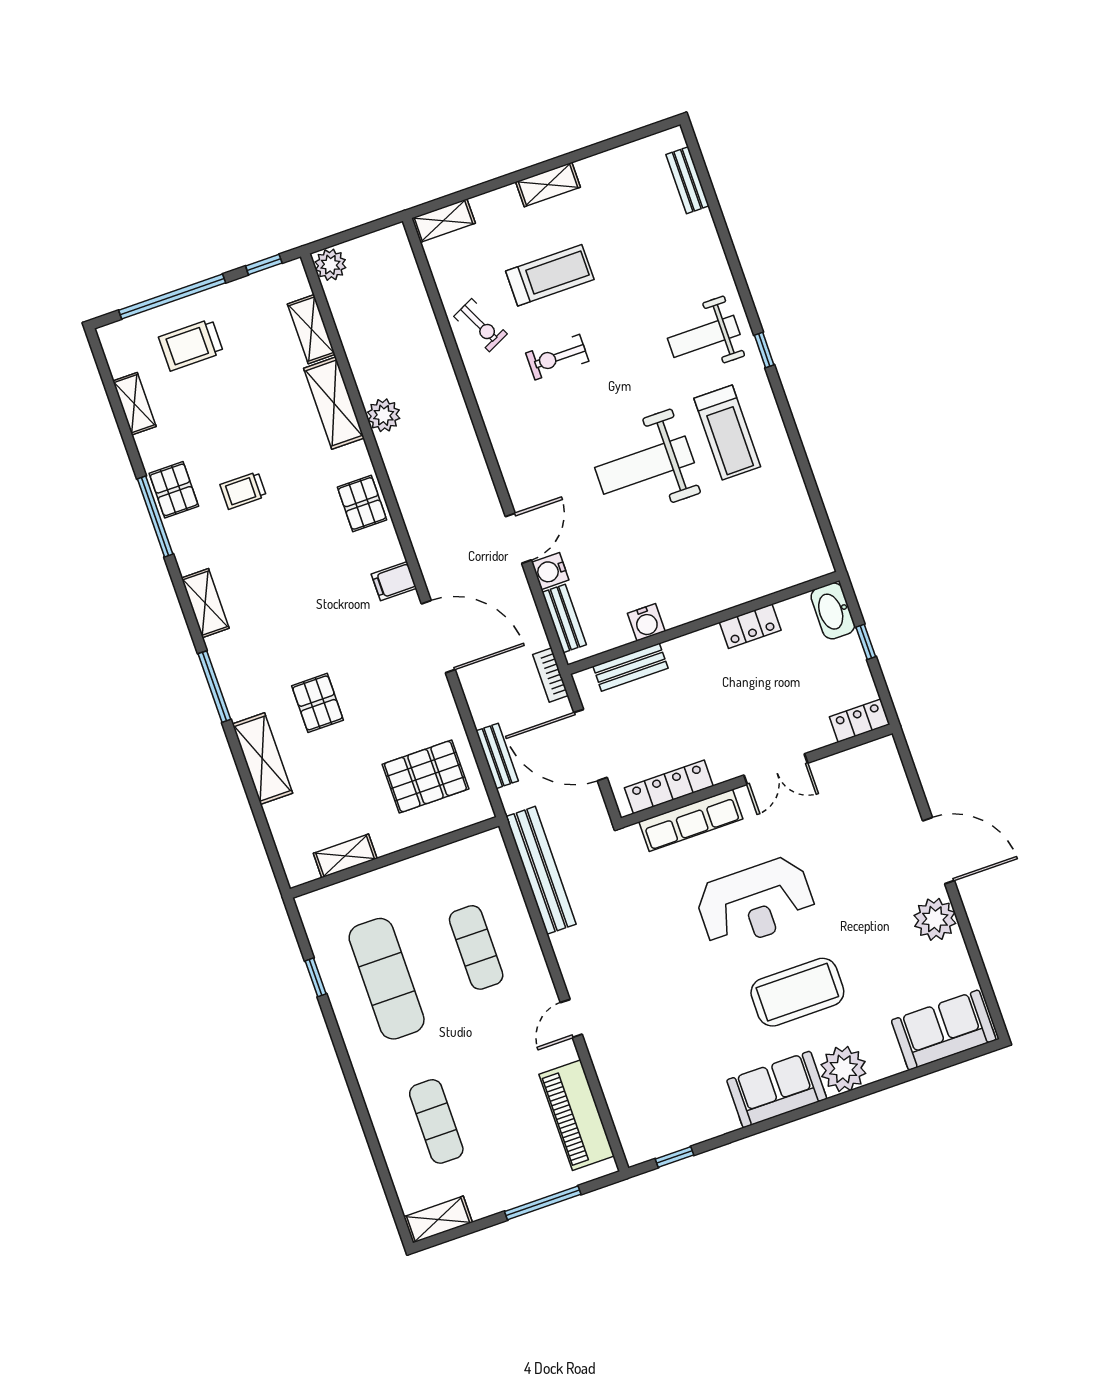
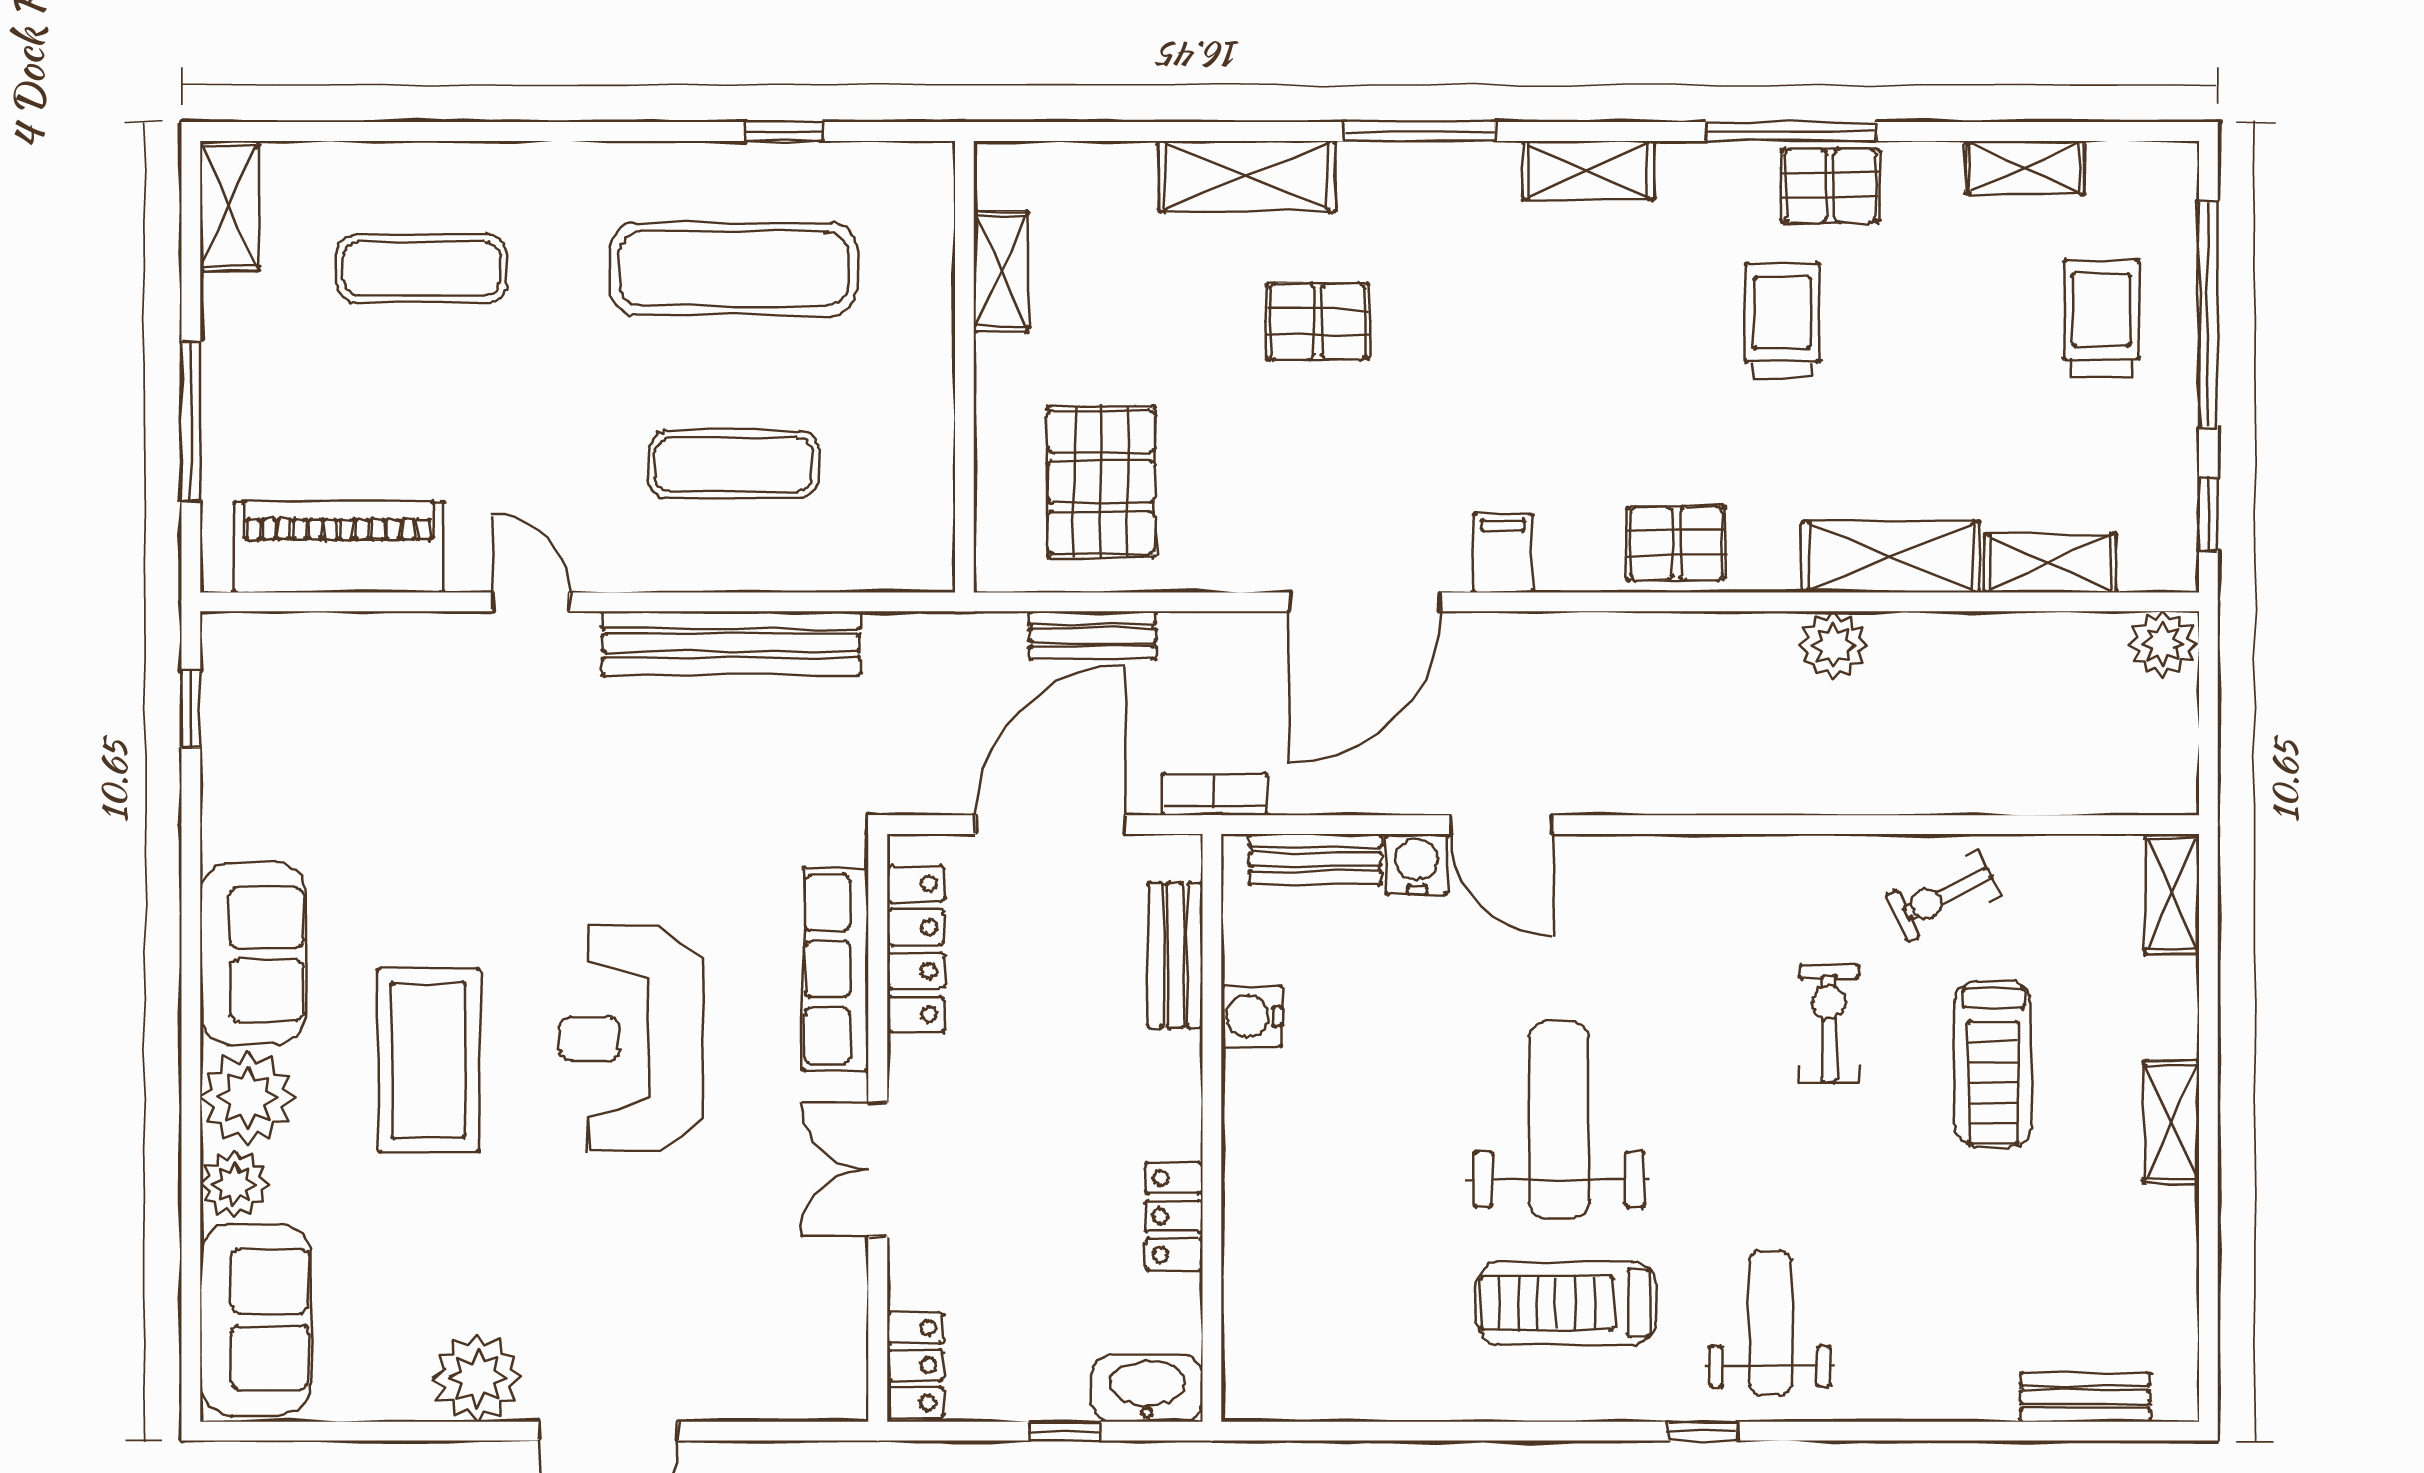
trolley: (243, 490) -> (1782, 321), width x1.36, depth x1.39
bench: (541, 870) -> (731, 643), moved
plant: (885, 1061) -> (234, 1184), added

